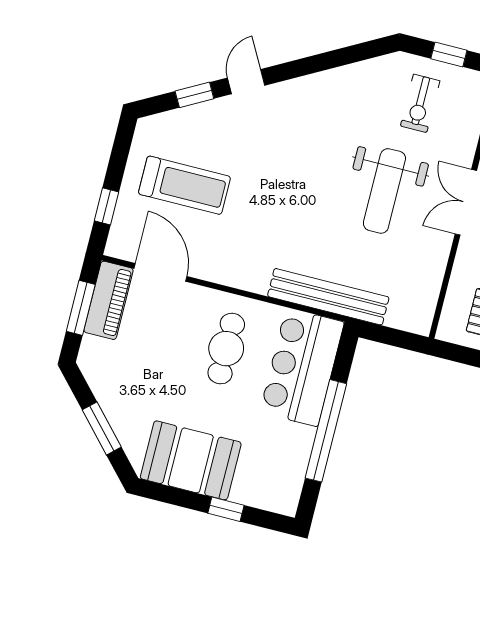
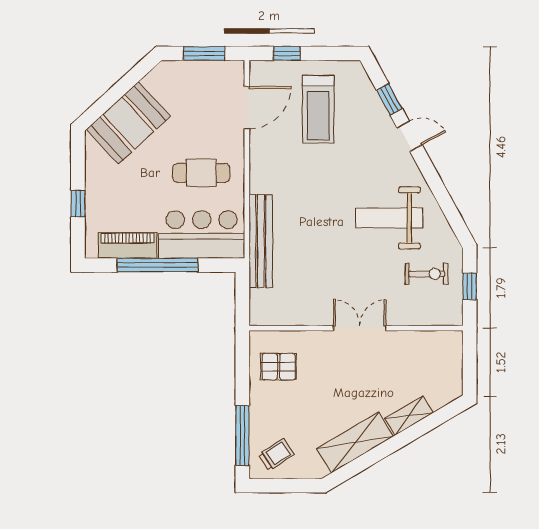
exercise bike: (420, 103) -> (427, 274), turned 180
weight bench: (384, 191) -> (389, 218), moved
piano: (109, 300) -> (128, 245), moved, turned 180
window: (102, 428) -> (116, 93), removed
booth: (191, 460) -> (128, 123), moved, turned 47

